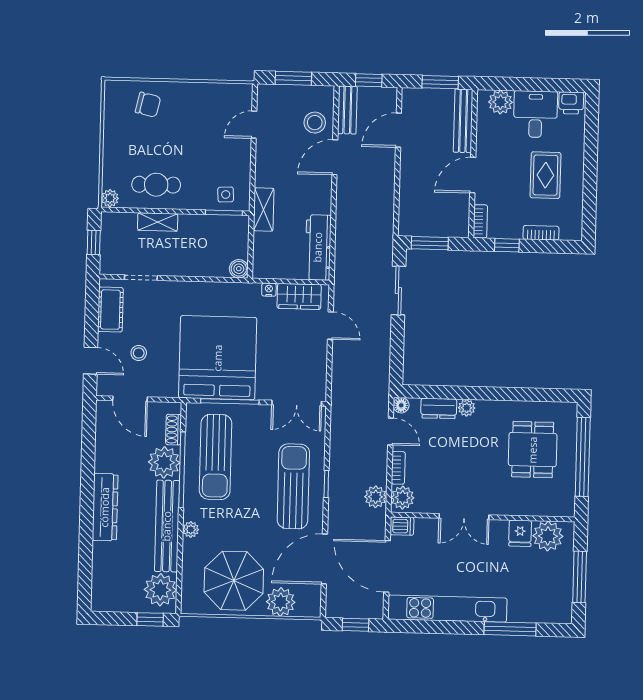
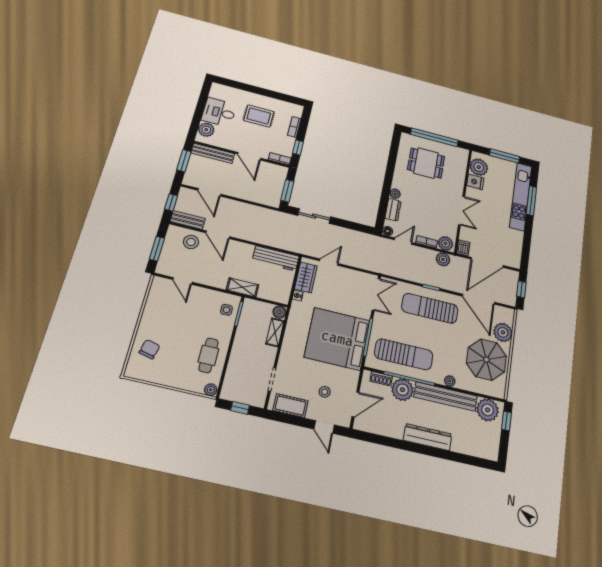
printer: (571, 103) -> (217, 91), removed
shelving: (158, 222) -> (275, 332), moved
door: (91, 361) -> (324, 427), swing flipped
kitchen unit: (447, 609) -> (521, 197), moved

